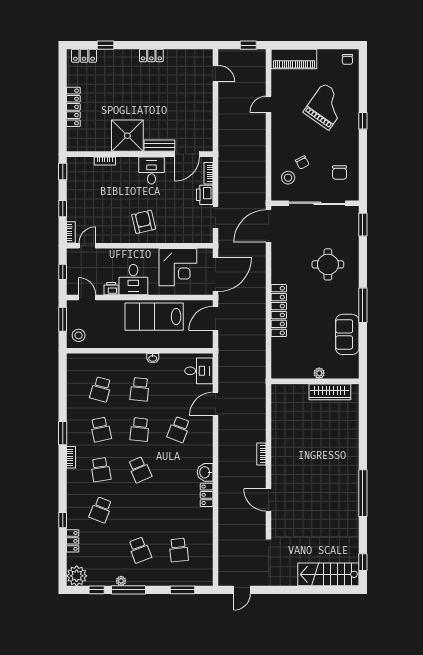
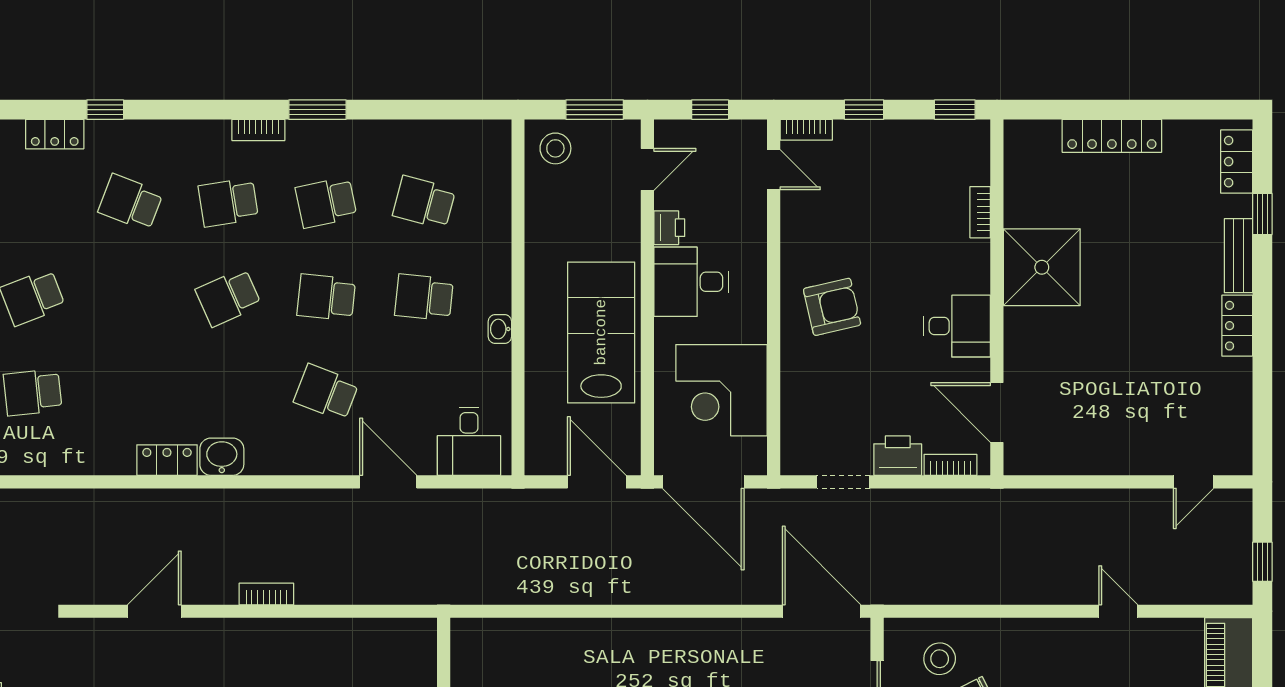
bench: (159, 146) -> (1238, 256), moved
locker: (279, 311) -> (616, 636), removed

